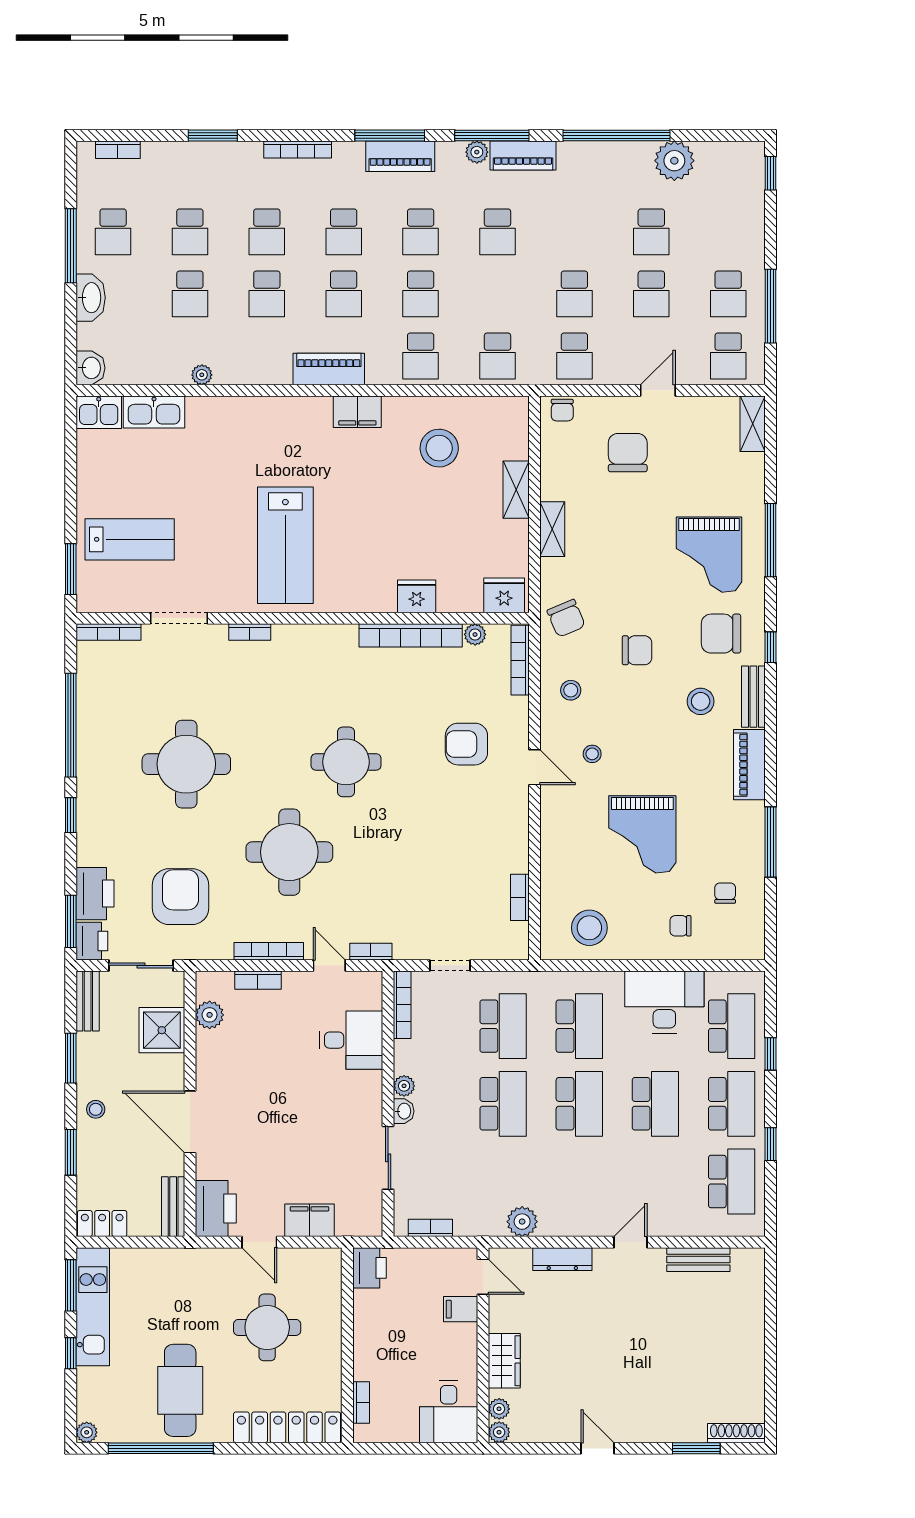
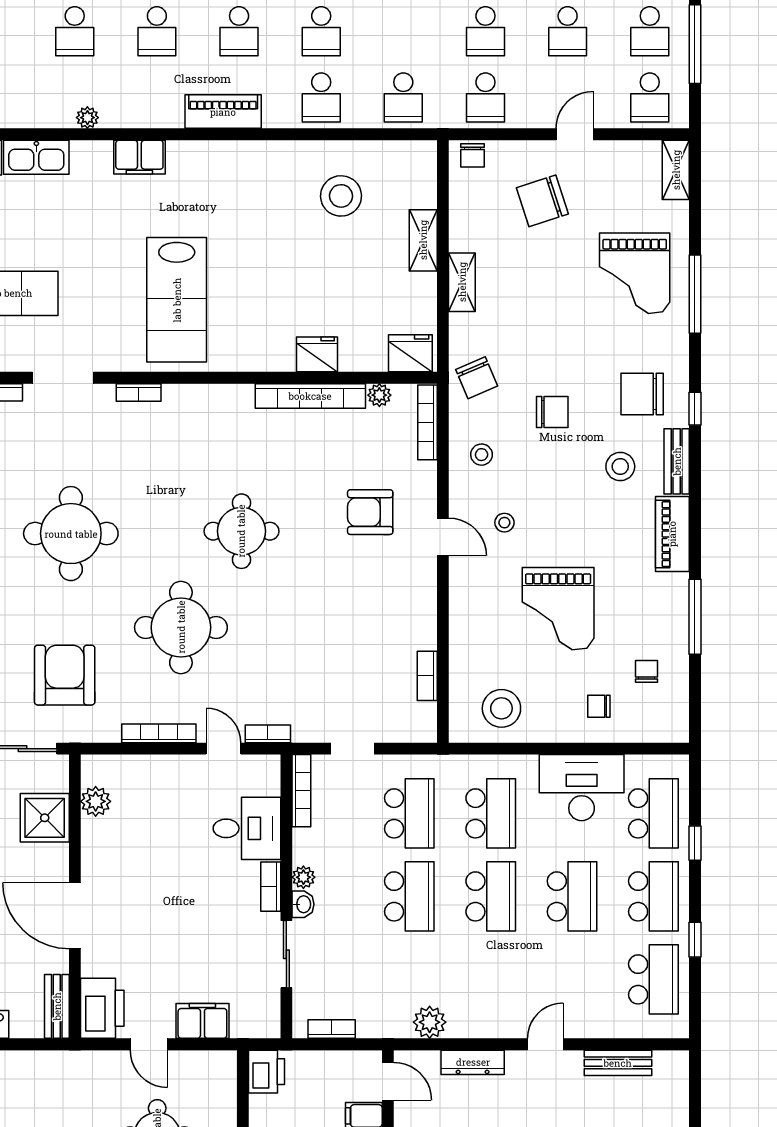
filing cabinet: (357, 412) -> (139, 157), moved
chair: (628, 453) -> (542, 201), turned -108
grand piano: (709, 555) -> (635, 273), moved
bookcase: (258, 980) -> (271, 887), moved, turned 90

